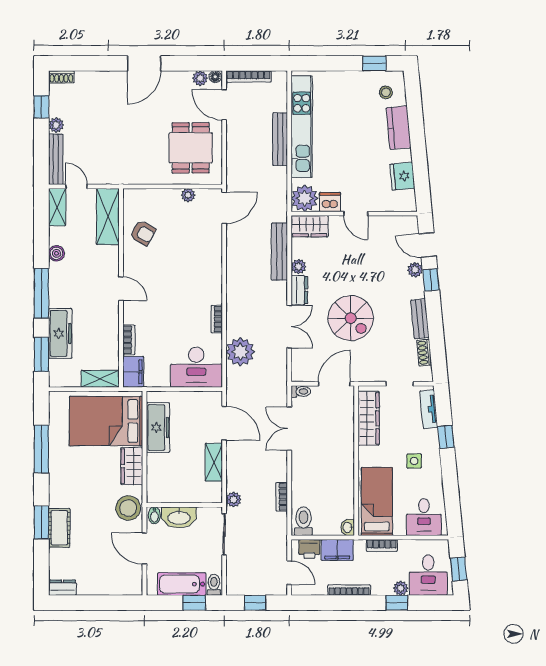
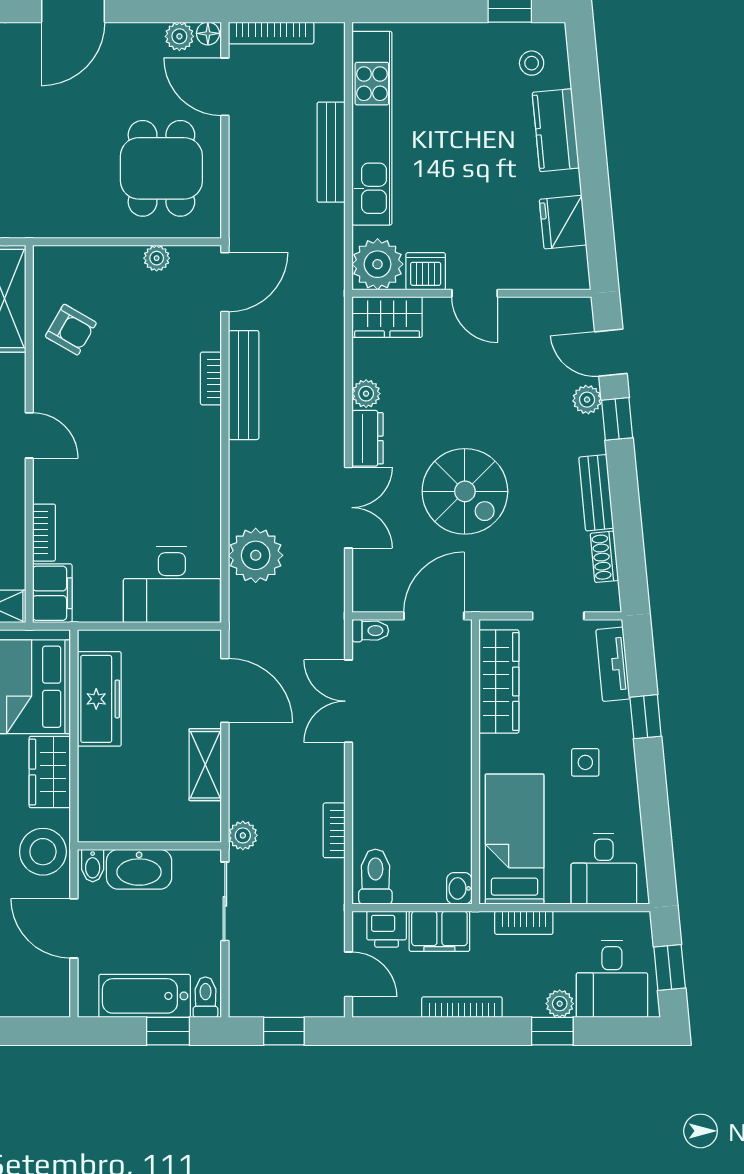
bench: (279, 252) -> (244, 385), moved
bookcase: (217, 319) -> (211, 378), moved

